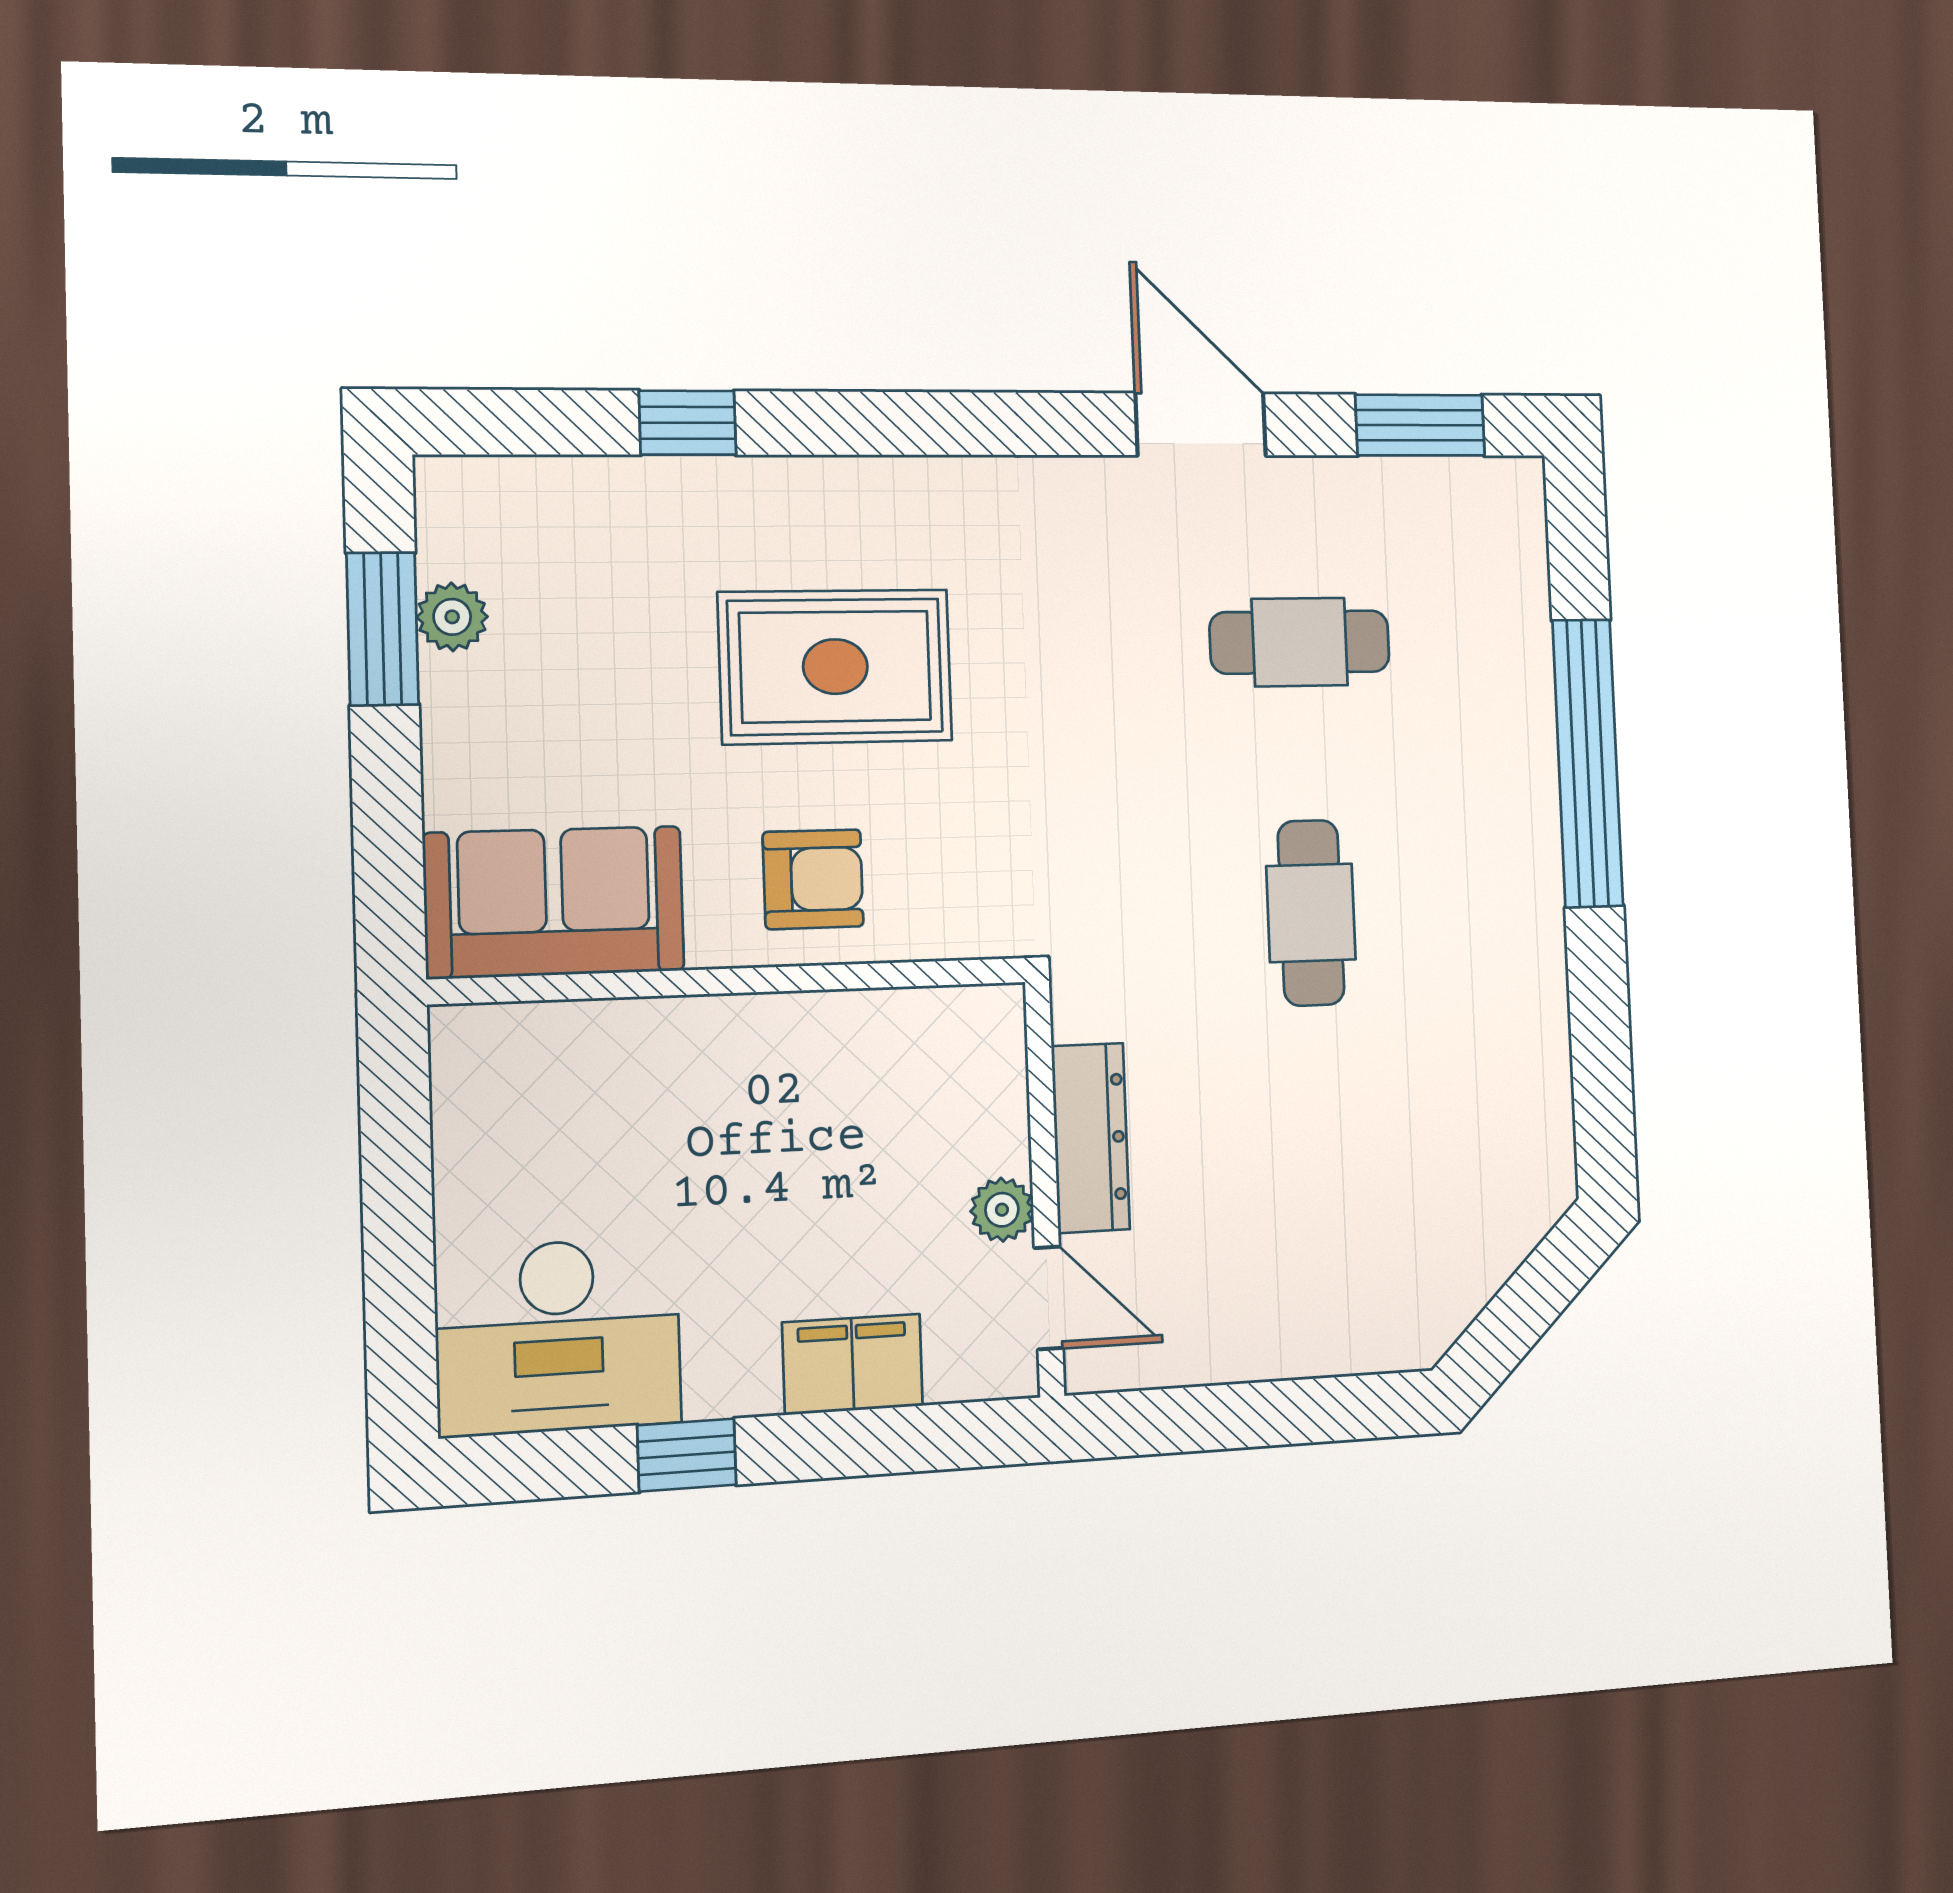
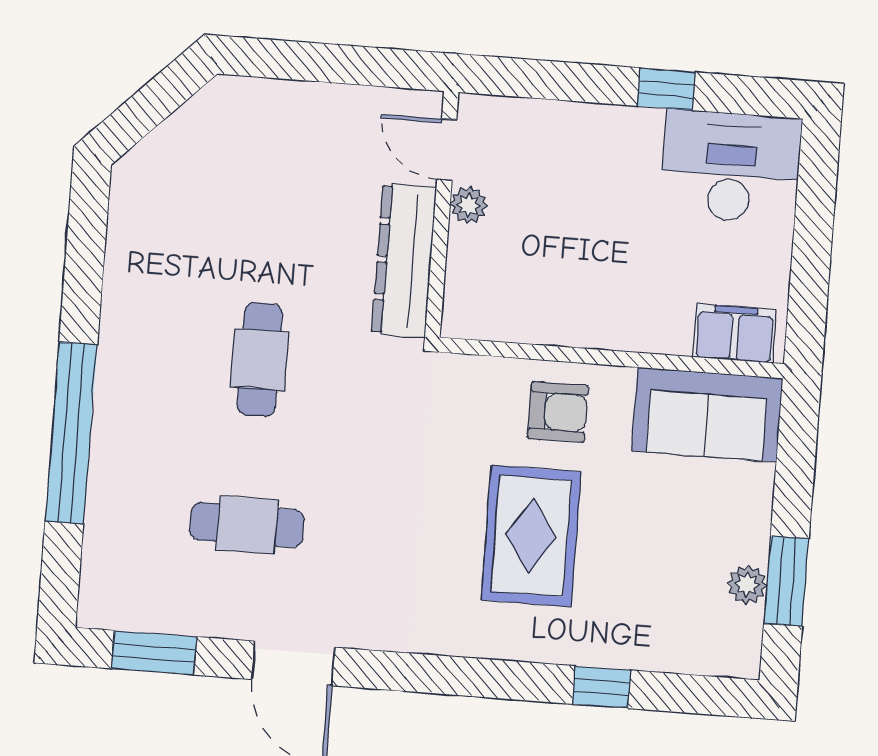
rug: (835, 667) -> (531, 536), turned 90
armchair: (813, 879) -> (558, 412), turned 180
dresser: (1091, 1138) -> (404, 261), width x1.37, depth x1.24
filing cabinet: (853, 1364) -> (735, 333), moved, turned 180

